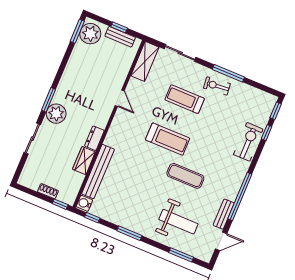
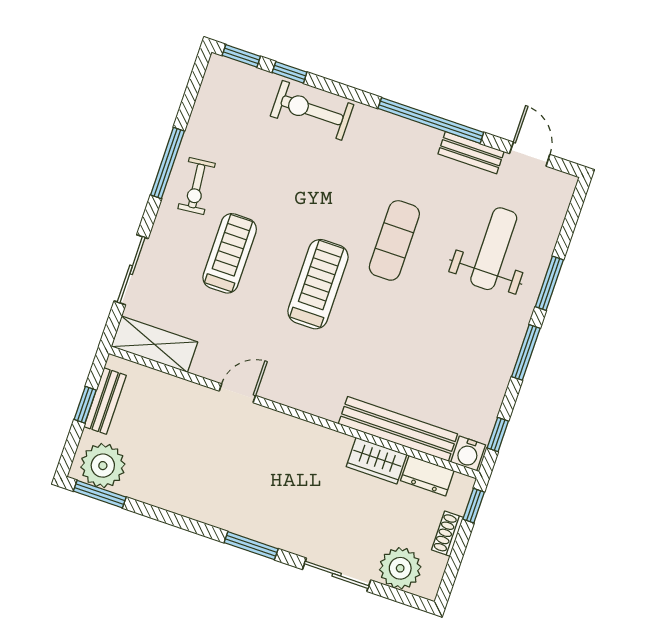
treadmill: (185, 99) -> (230, 253), turned 180
plant: (56, 114) -> (400, 568), moved
dresser: (94, 138) -> (427, 476), moved
window: (181, 255) -> (549, 283), moved

